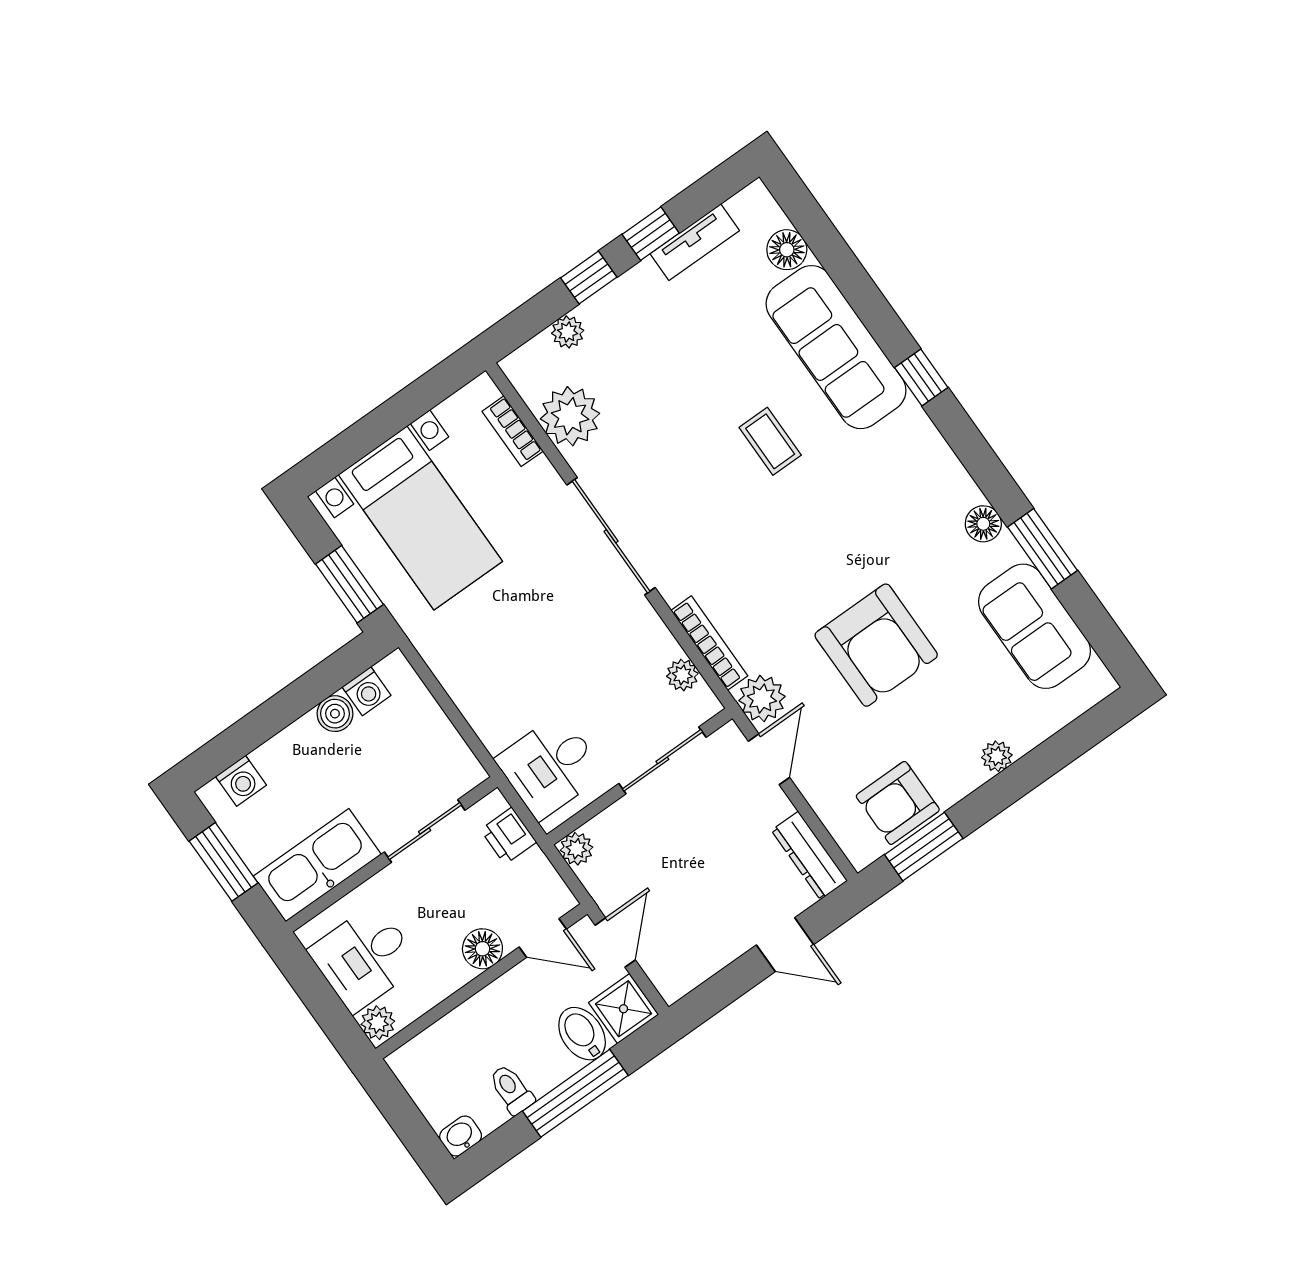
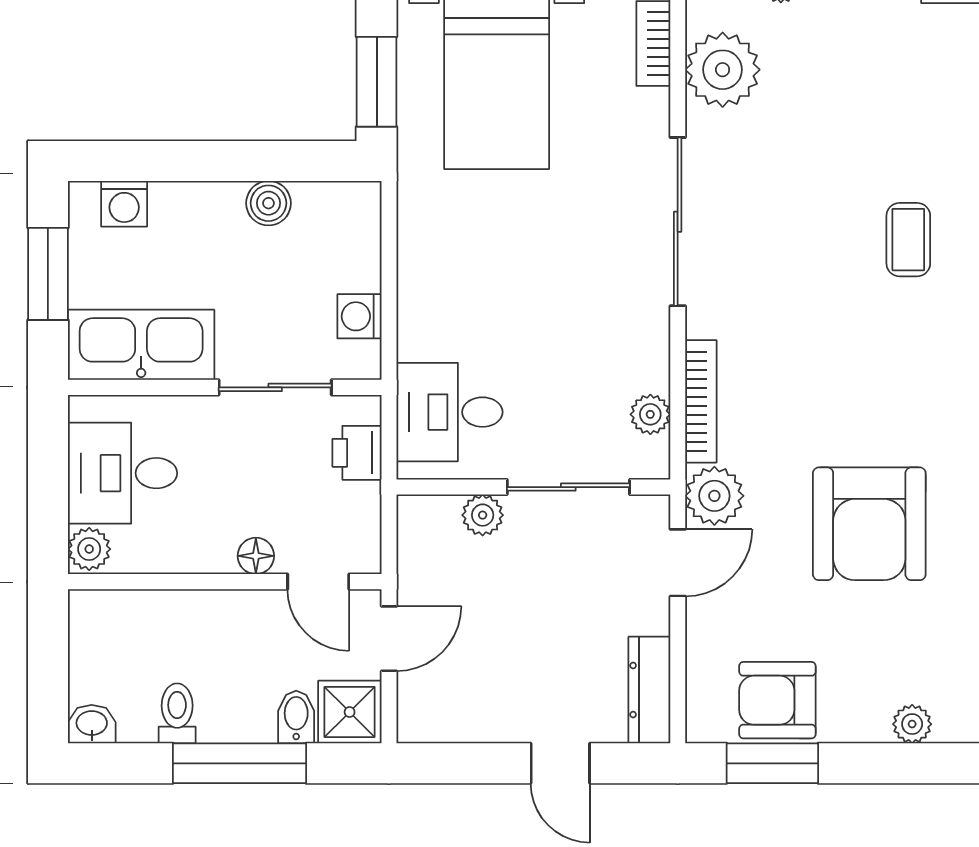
washing machine: (367, 691) -> (359, 316), moved, turned 90
plant: (576, 849) -> (483, 515), moved
floor lamp: (482, 949) -> (256, 556), width x0.73, depth x0.73
bidet: (582, 1034) -> (296, 717), width x0.72, depth x0.74

